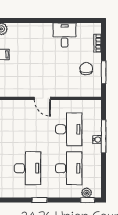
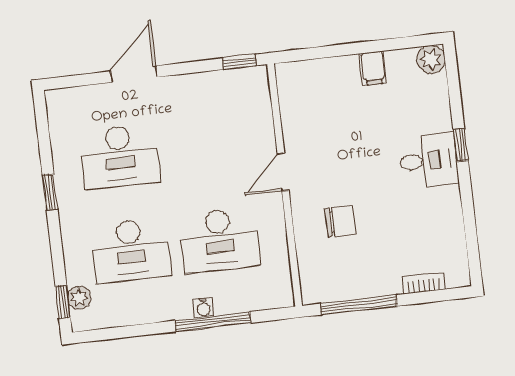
window: (40, 20) -> (461, 145), added
desk: (65, 35) -> (429, 161), moved
chair: (86, 69) -> (340, 221), moved
window: (104, 72) -> (359, 305), width x1.44

